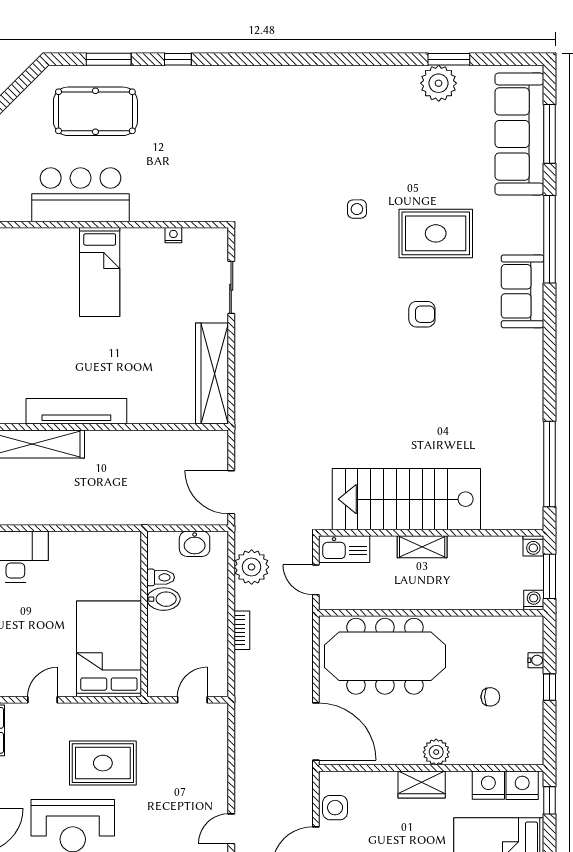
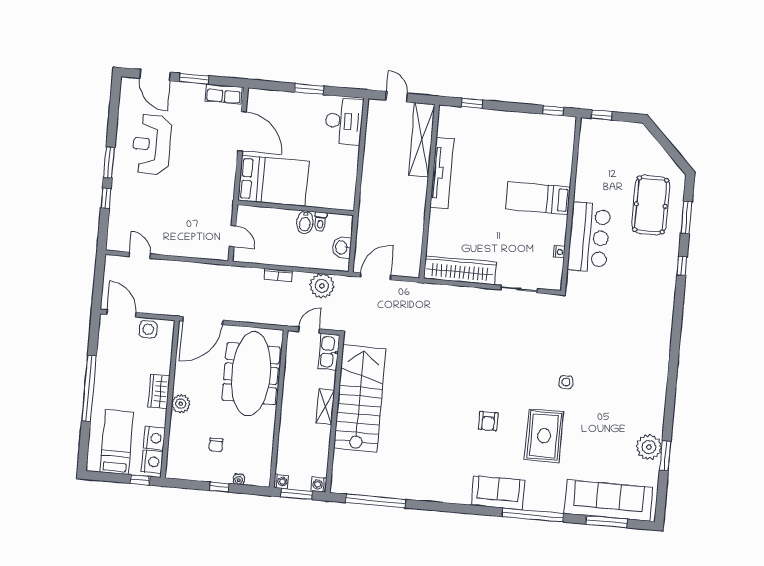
bar counter: (81, 195) -> (589, 237), moved
door: (43, 700) -> (242, 131), width x1.88
rug: (103, 763) -> (194, 170), removed

